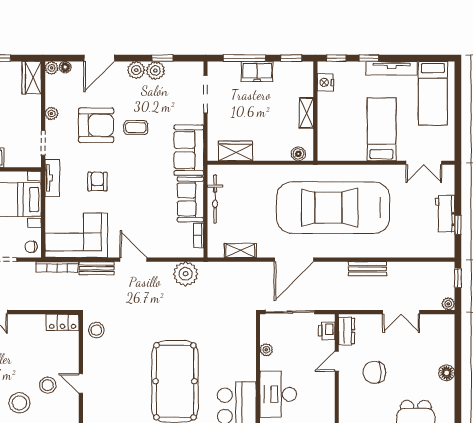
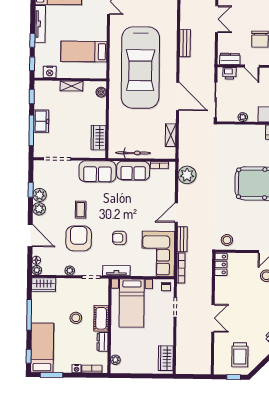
bed: (382, 129) -> (84, 52), moved

